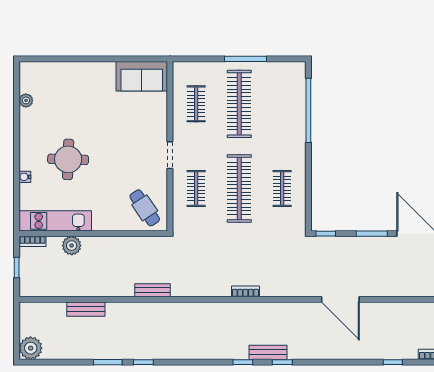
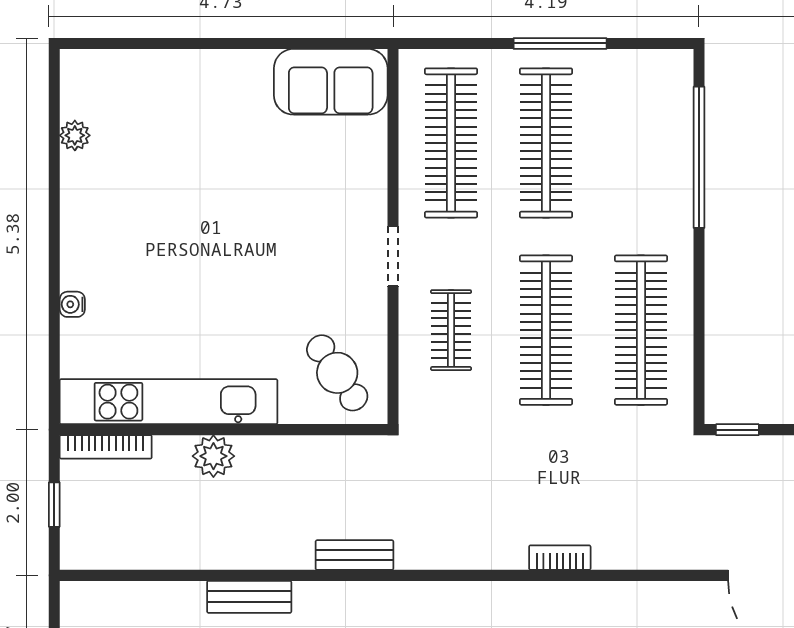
clothes rail: (196, 104) -> (451, 143), width x1.86, depth x1.31
round table: (68, 159) -> (168, 266), removed
clothes rail: (282, 189) -> (641, 330), width x1.86, depth x1.31
kitchen unit: (55, 221) -> (169, 402), width x1.36
bookcase: (32, 241) -> (106, 447), width x1.56
plant: (72, 246) -> (213, 456), moved
bench: (86, 309) -> (249, 597), moved

